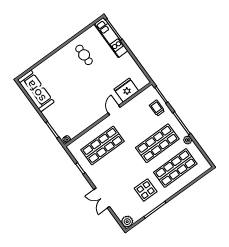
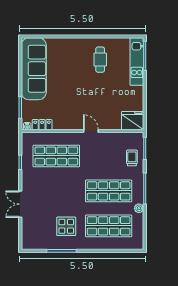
fridge: (126, 90) -> (133, 121), moved
sofa: (36, 91) -> (34, 69), width x1.36, depth x1.27
door: (114, 110) -> (91, 131), hinge flipped
locker: (76, 131) -> (42, 125), added
plant: (127, 222) -> (28, 243), removed

